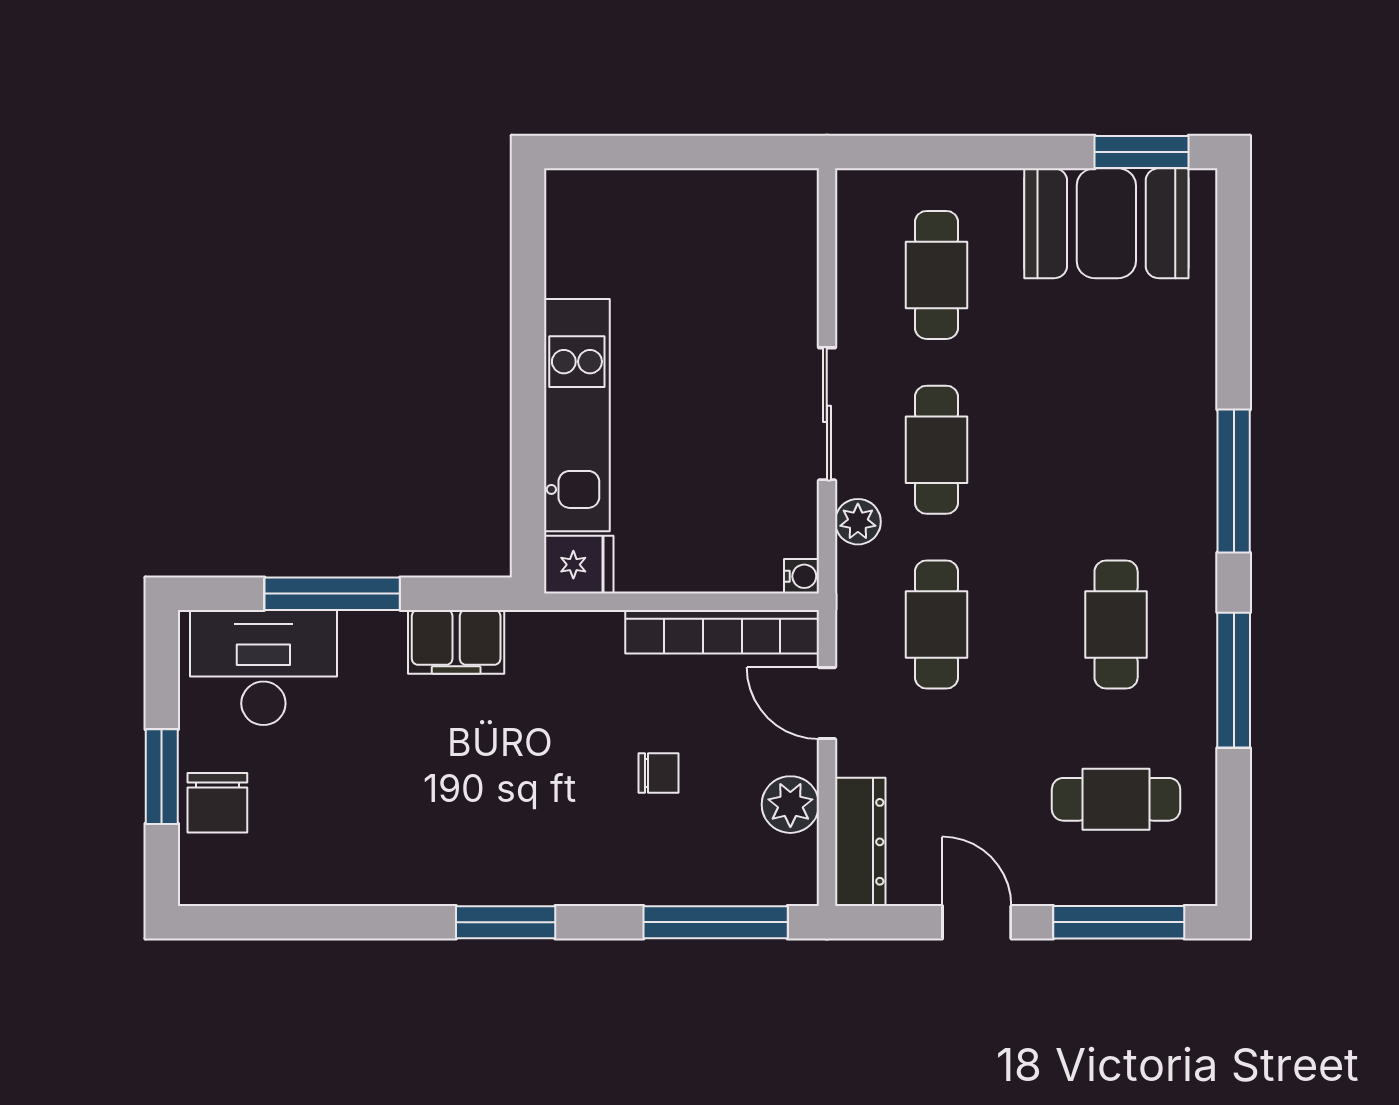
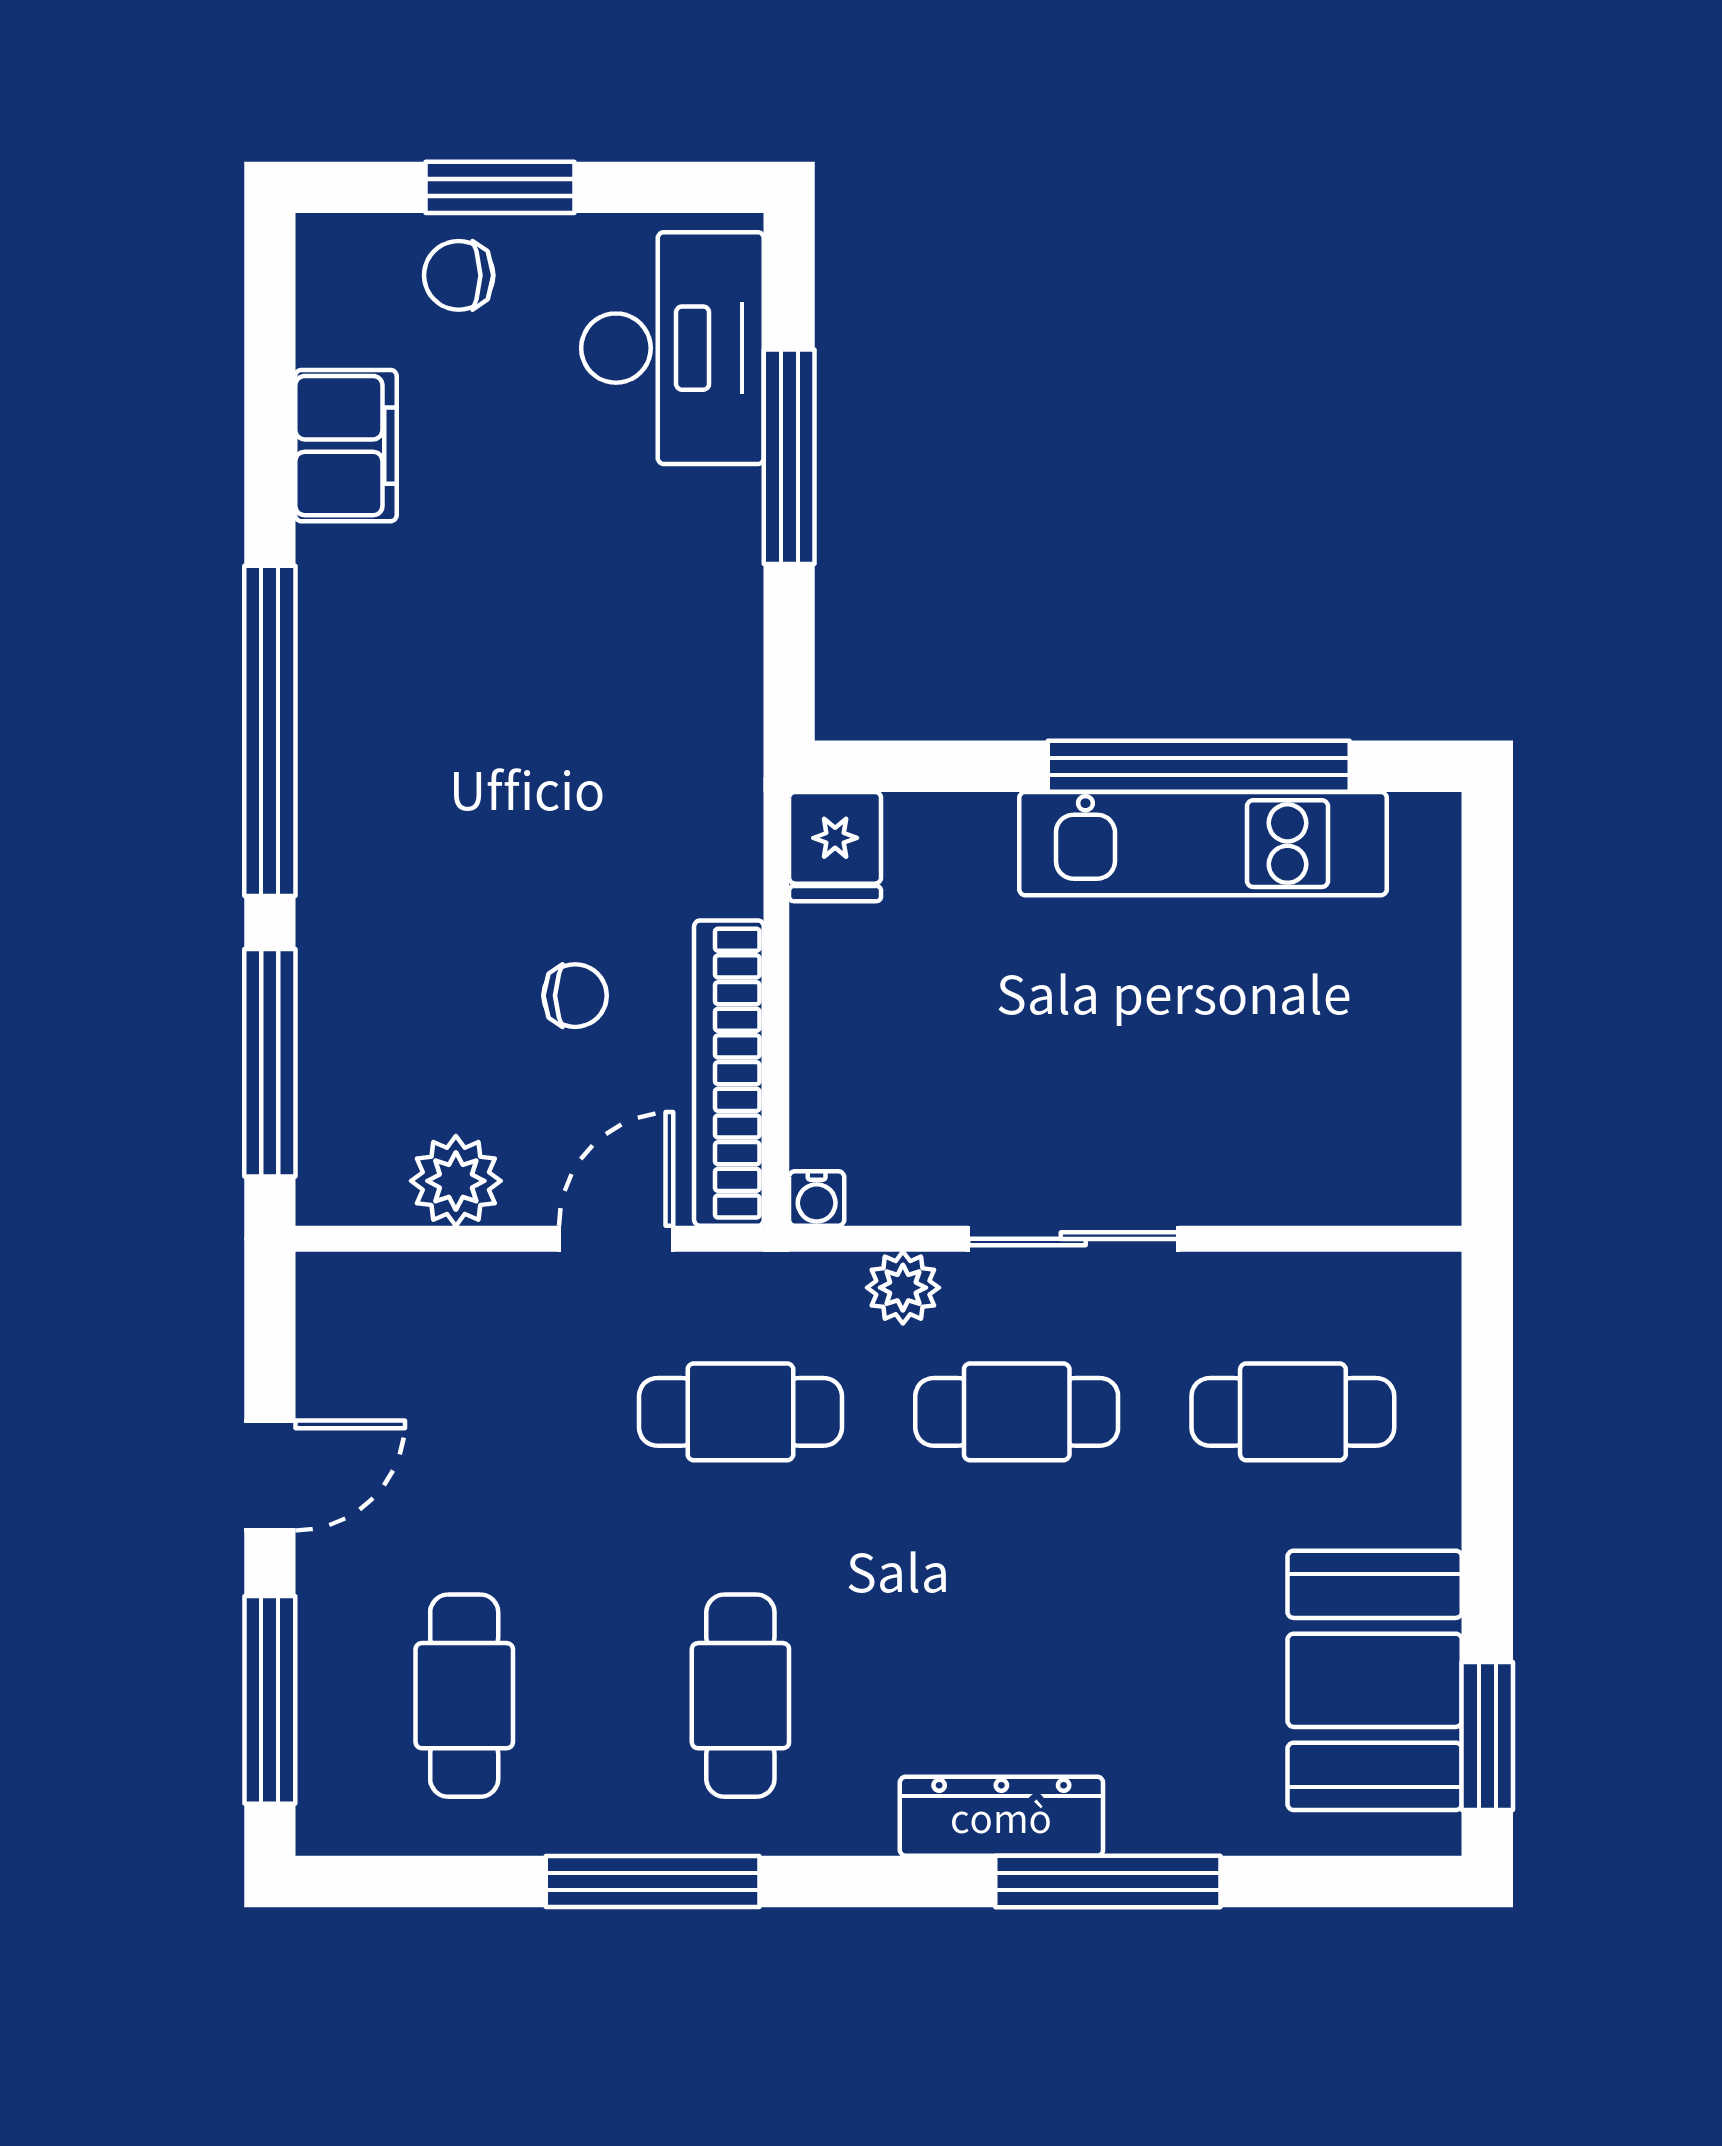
window: (528, 334) -> (1199, 766), added
kitchen unit: (577, 415) -> (1203, 844), moved
window: (1234, 481) -> (1108, 1882), moved
cafe table: (1116, 625) -> (740, 1696), turned 90
filing cabinet: (456, 642) -> (346, 446), moved, turned 180
chair: (658, 773) -> (575, 996), moved, turned -90
chair: (217, 803) -> (459, 275), width x0.73, depth x0.73
dresser: (860, 842) -> (1001, 1816), moved, turned 180
window: (506, 922) -> (270, 731), width x2.11

